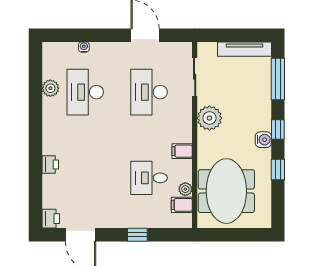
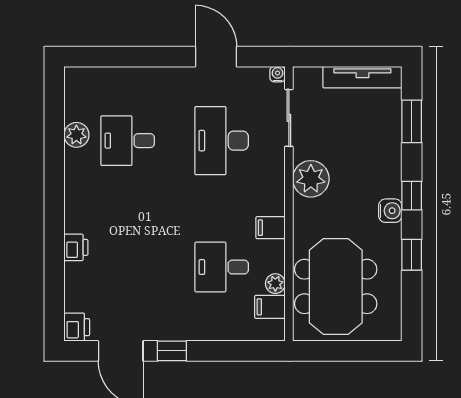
water cooler: (84, 47) -> (278, 74), moved
window: (278, 79) -> (412, 121), width x0.69
desk: (85, 92) -> (128, 141), width x0.73
window: (137, 235) -> (172, 351), moved

